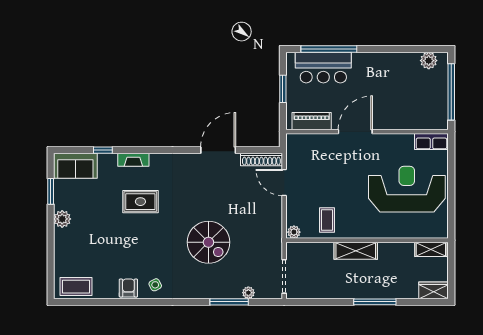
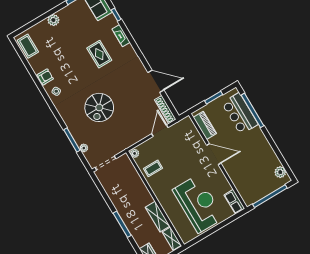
plant: (62, 219) -> (53, 20), moved
shelving: (356, 251) -> (158, 217), moved

